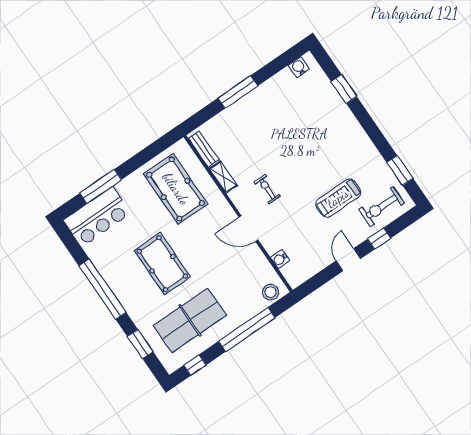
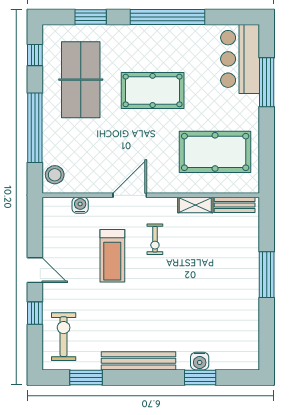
water cooler: (299, 67) -> (200, 361), moved, turned 90
bench: (362, 141) -> (138, 361), added
exercise bike: (267, 189) -> (155, 239), turned 90
treadmill: (338, 198) -> (112, 256), moved, turned 180

